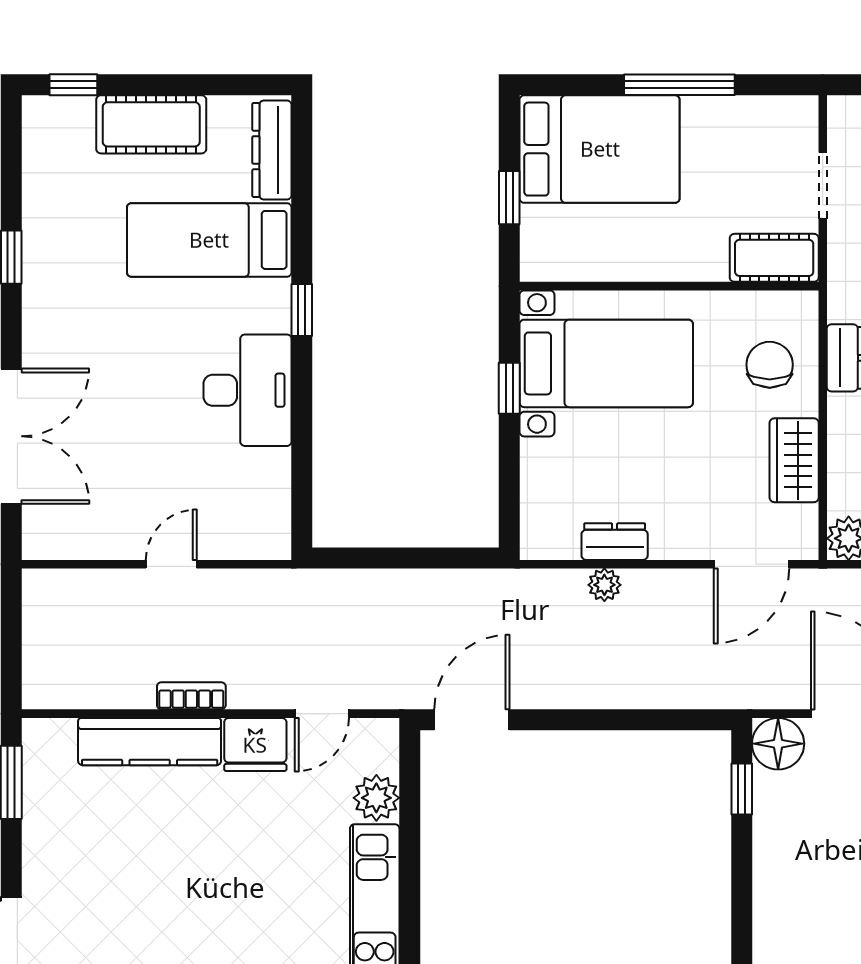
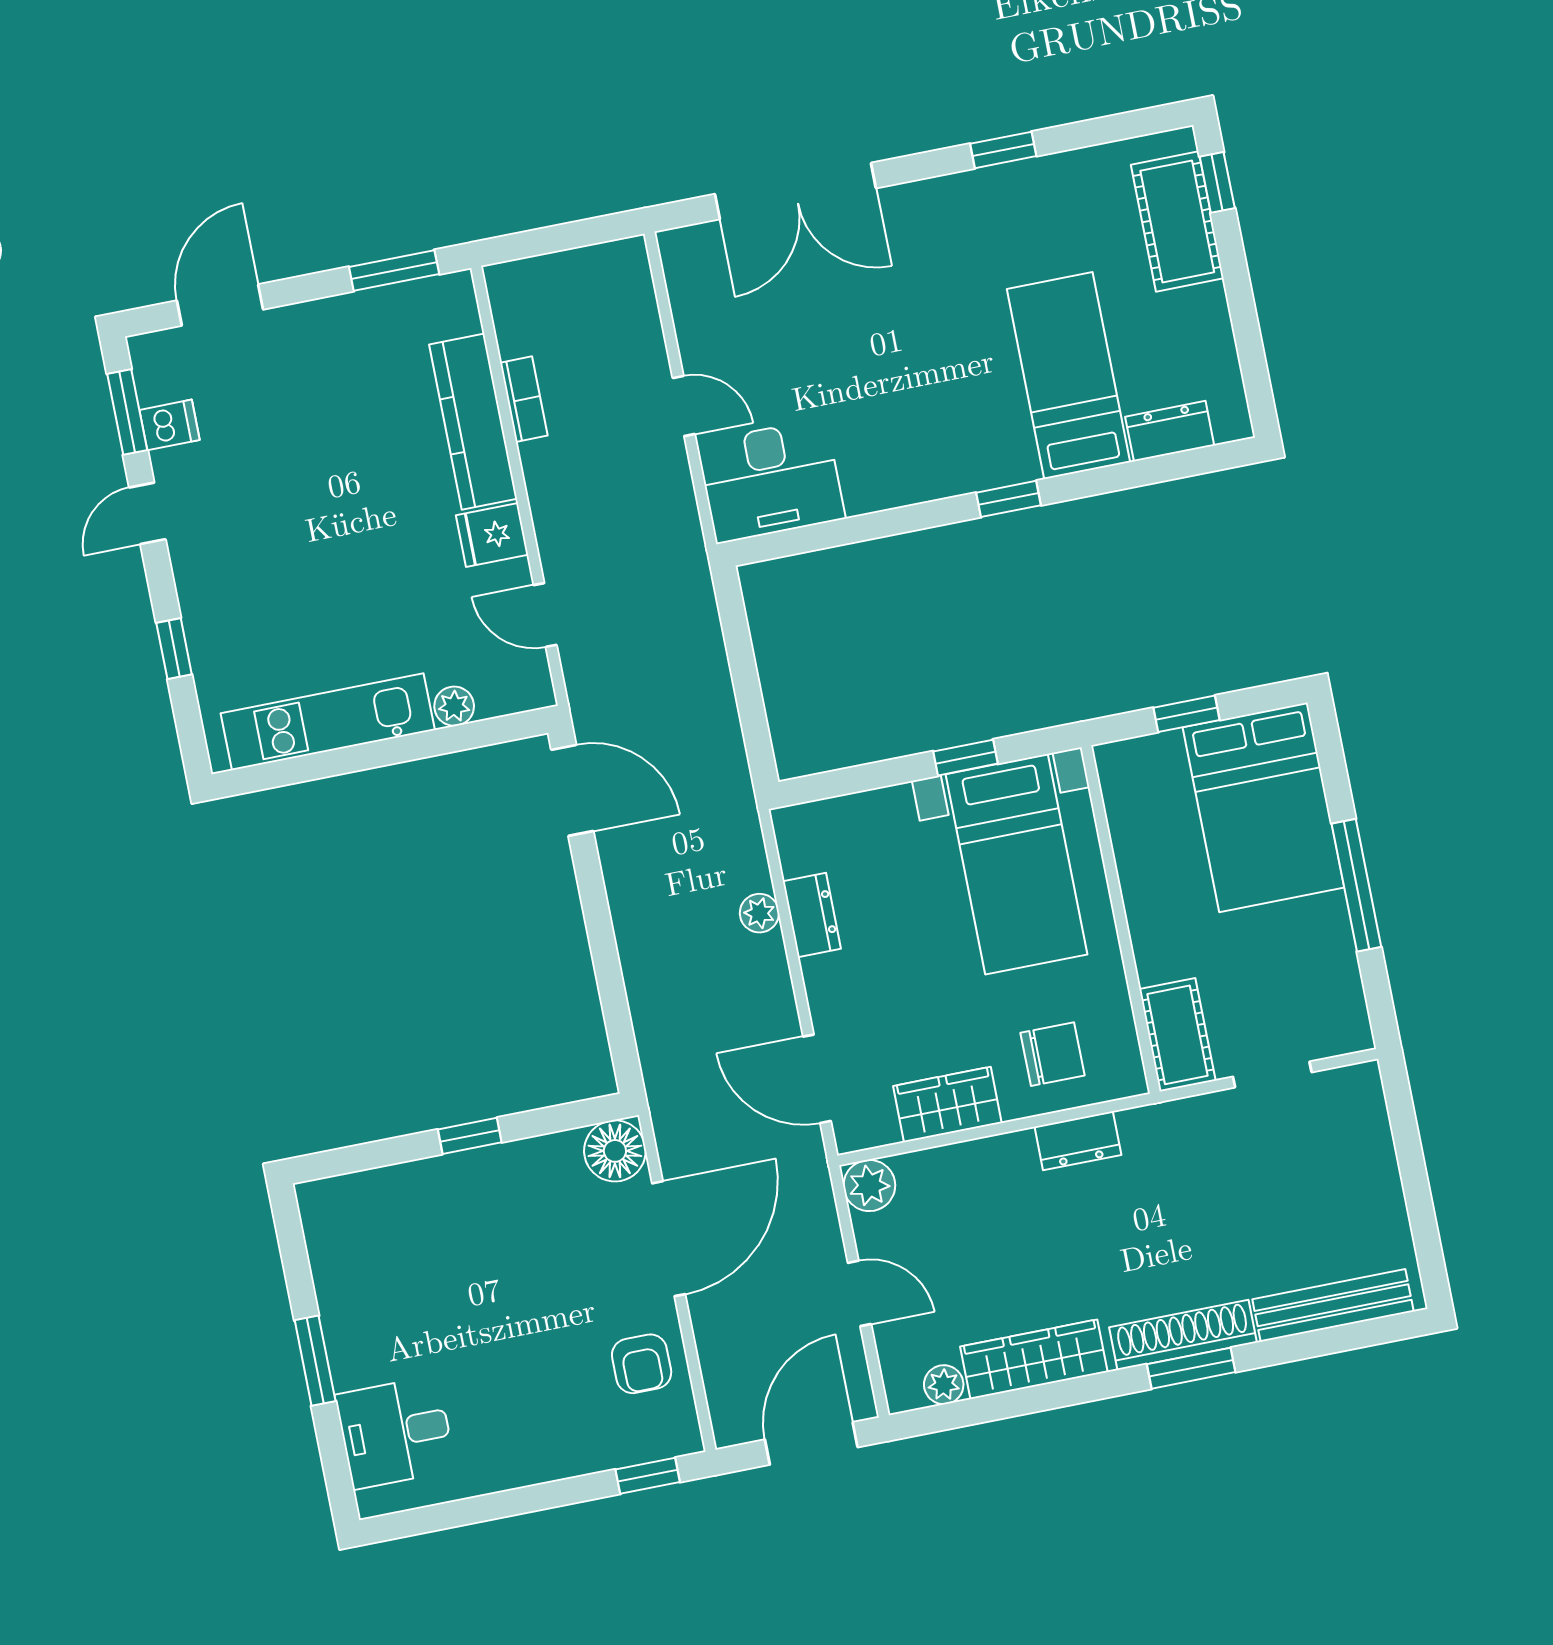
cot: (151, 124) -> (1177, 221), moved
dresser: (272, 150) -> (1170, 431), width x0.70
desk: (247, 390) -> (771, 481), moved
bookcase: (191, 696) -> (524, 399), moved
fridge: (255, 745) -> (492, 535), width x0.72
window: (742, 789) -> (470, 1136), moved
plant: (376, 798) -> (454, 706), width x0.73, depth x0.73

